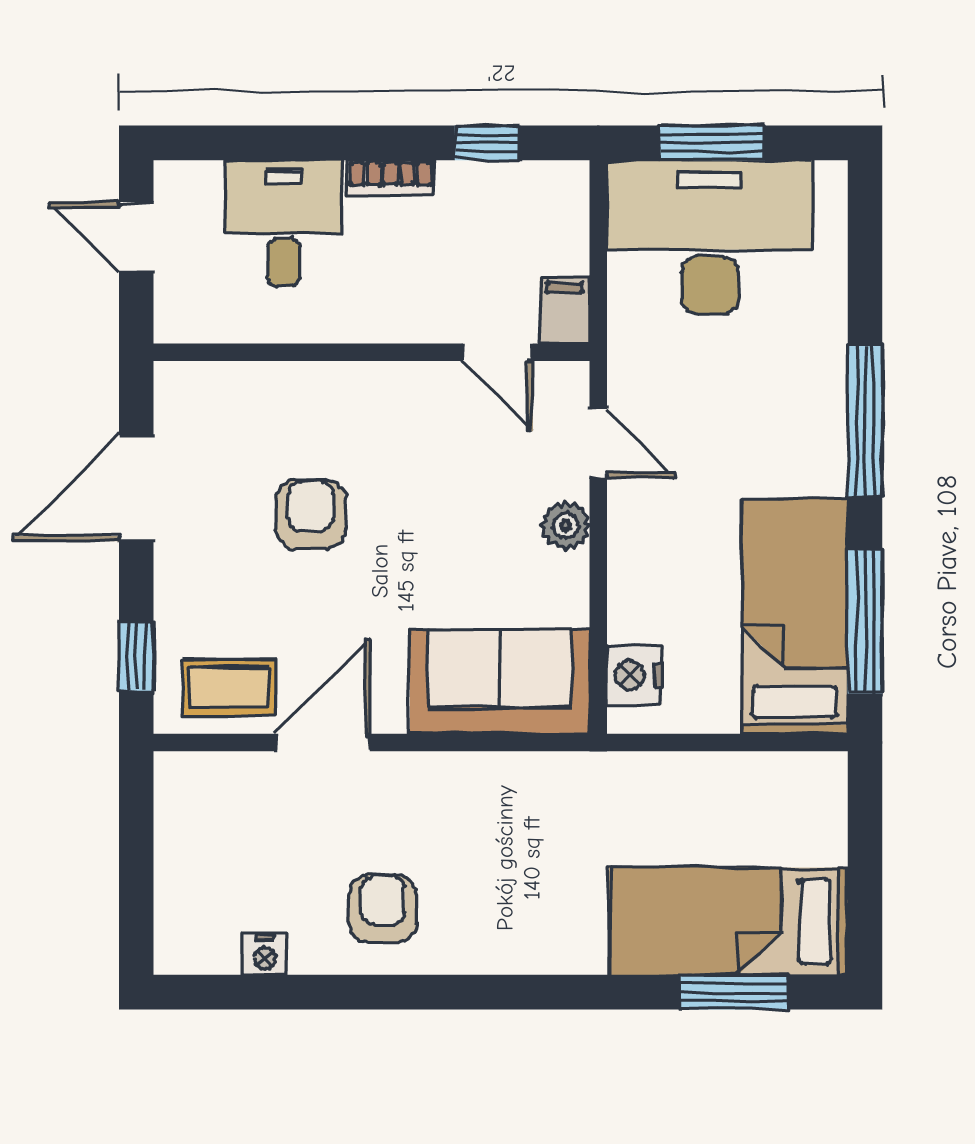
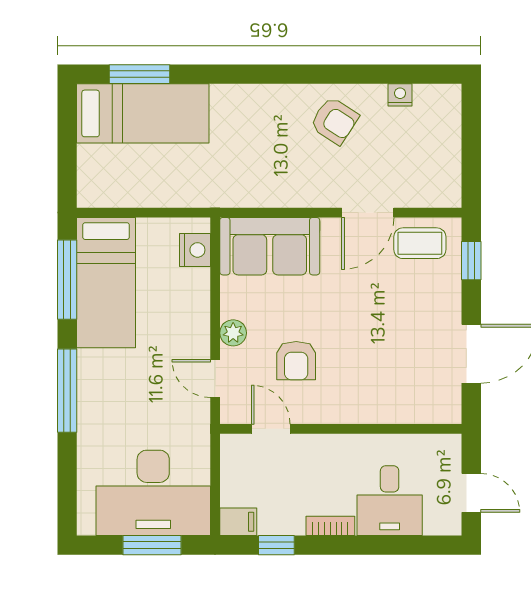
filing cabinet: (565, 311) -> (238, 522), moved, turned -90
armchair: (311, 515) -> (296, 361), moved
armchair: (383, 908) -> (334, 121), turned -57

